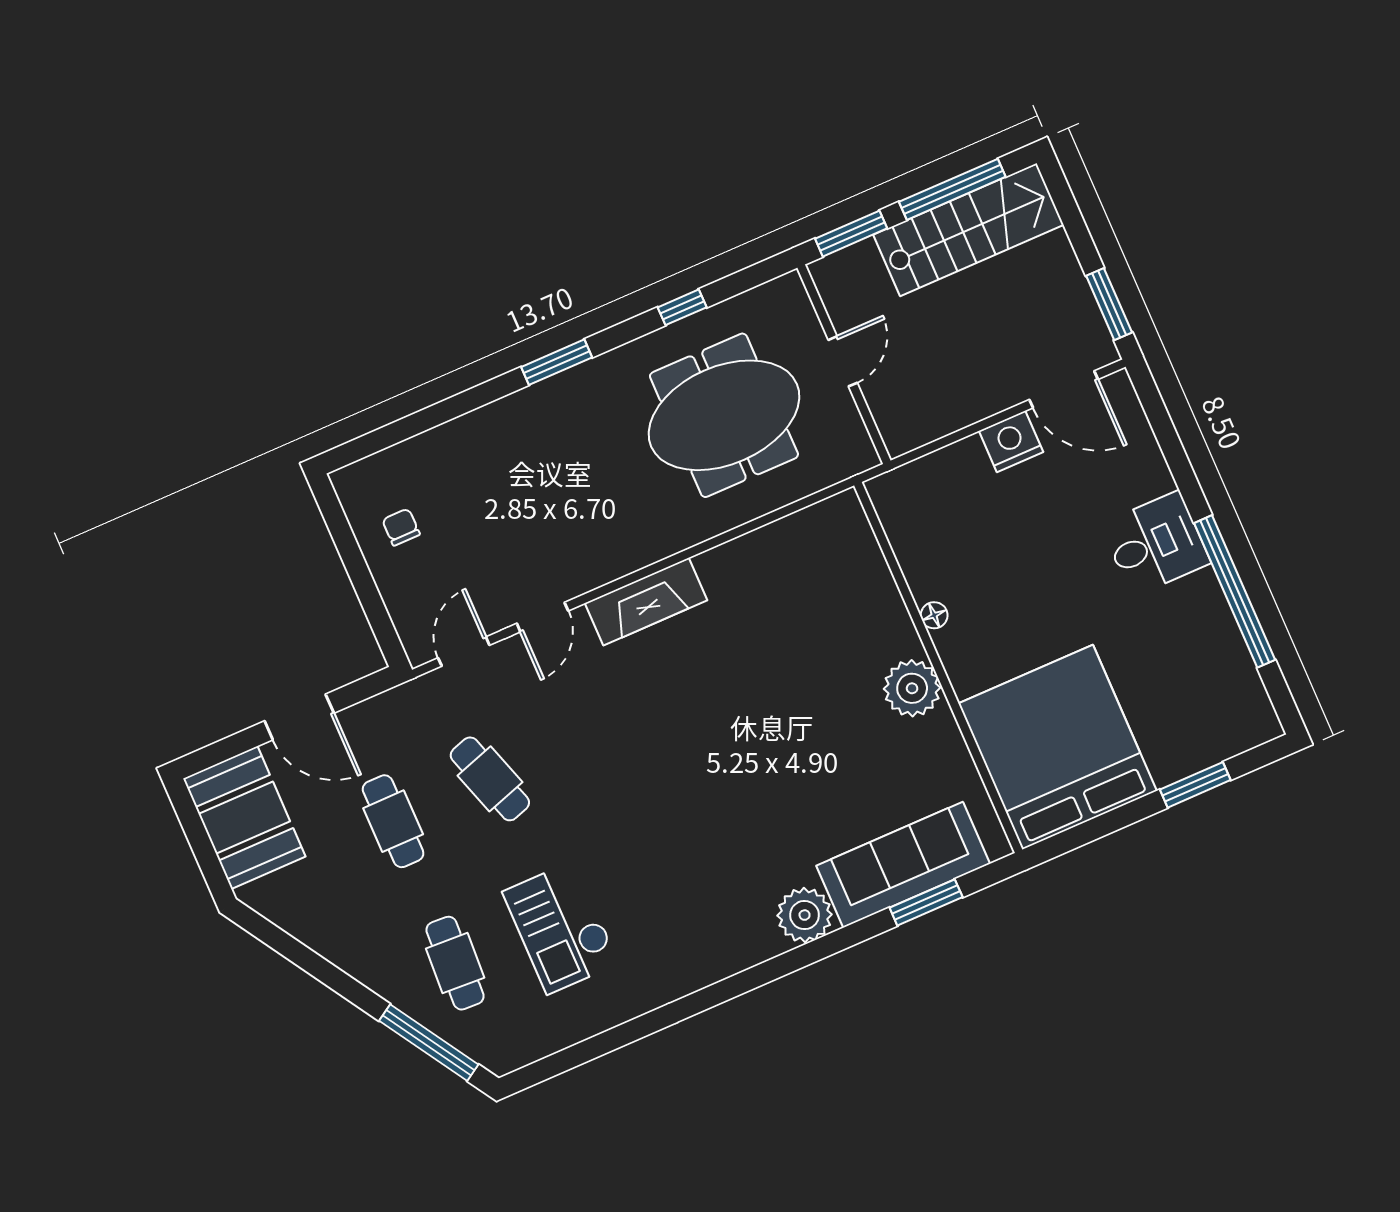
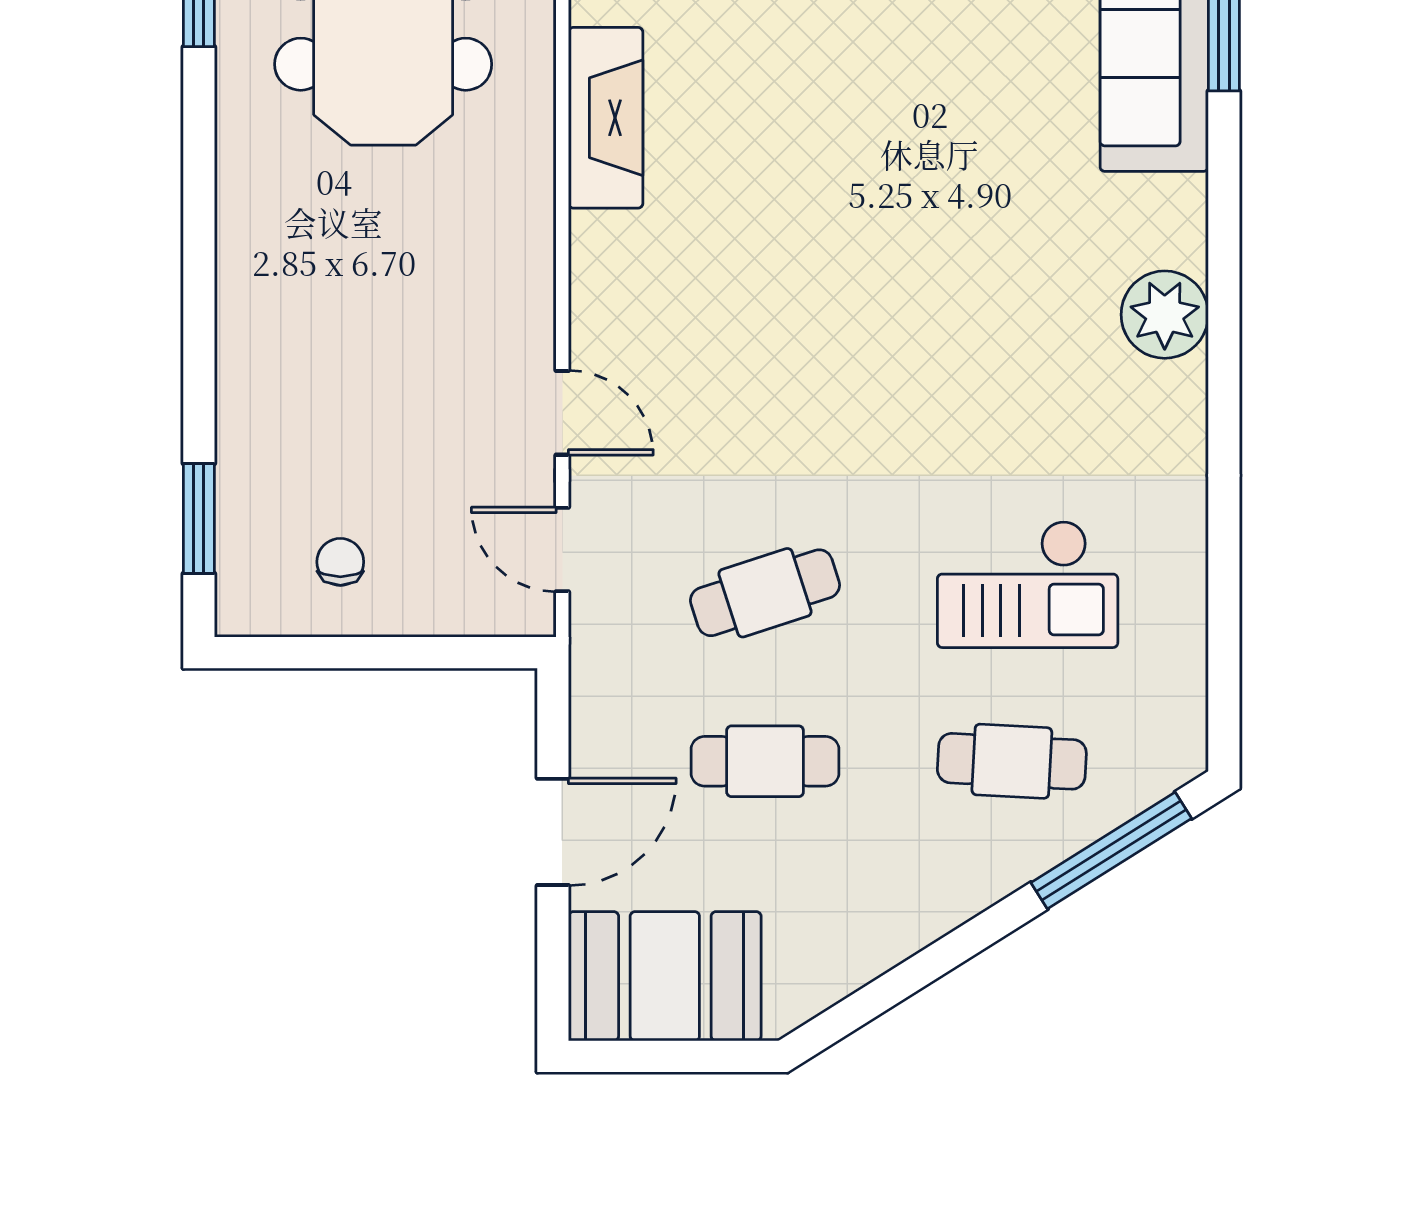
window: (557, 362) -> (199, 518), moved
chair: (401, 527) -> (340, 562), turned 90
fireplace: (646, 602) -> (606, 118), moved
plant: (805, 915) -> (1165, 315), moved

